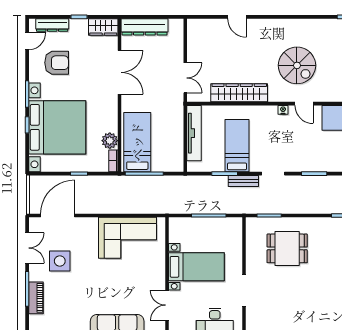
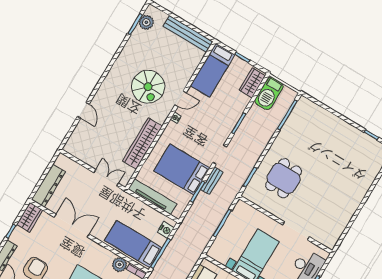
door: (237, 17) -> (83, 110), hinge flipped
spiral stairs: (297, 65) -> (148, 87), turned 90
bed: (237, 146) -> (182, 169), width x1.50
nightstand: (170, 165) -> (166, 230), added

